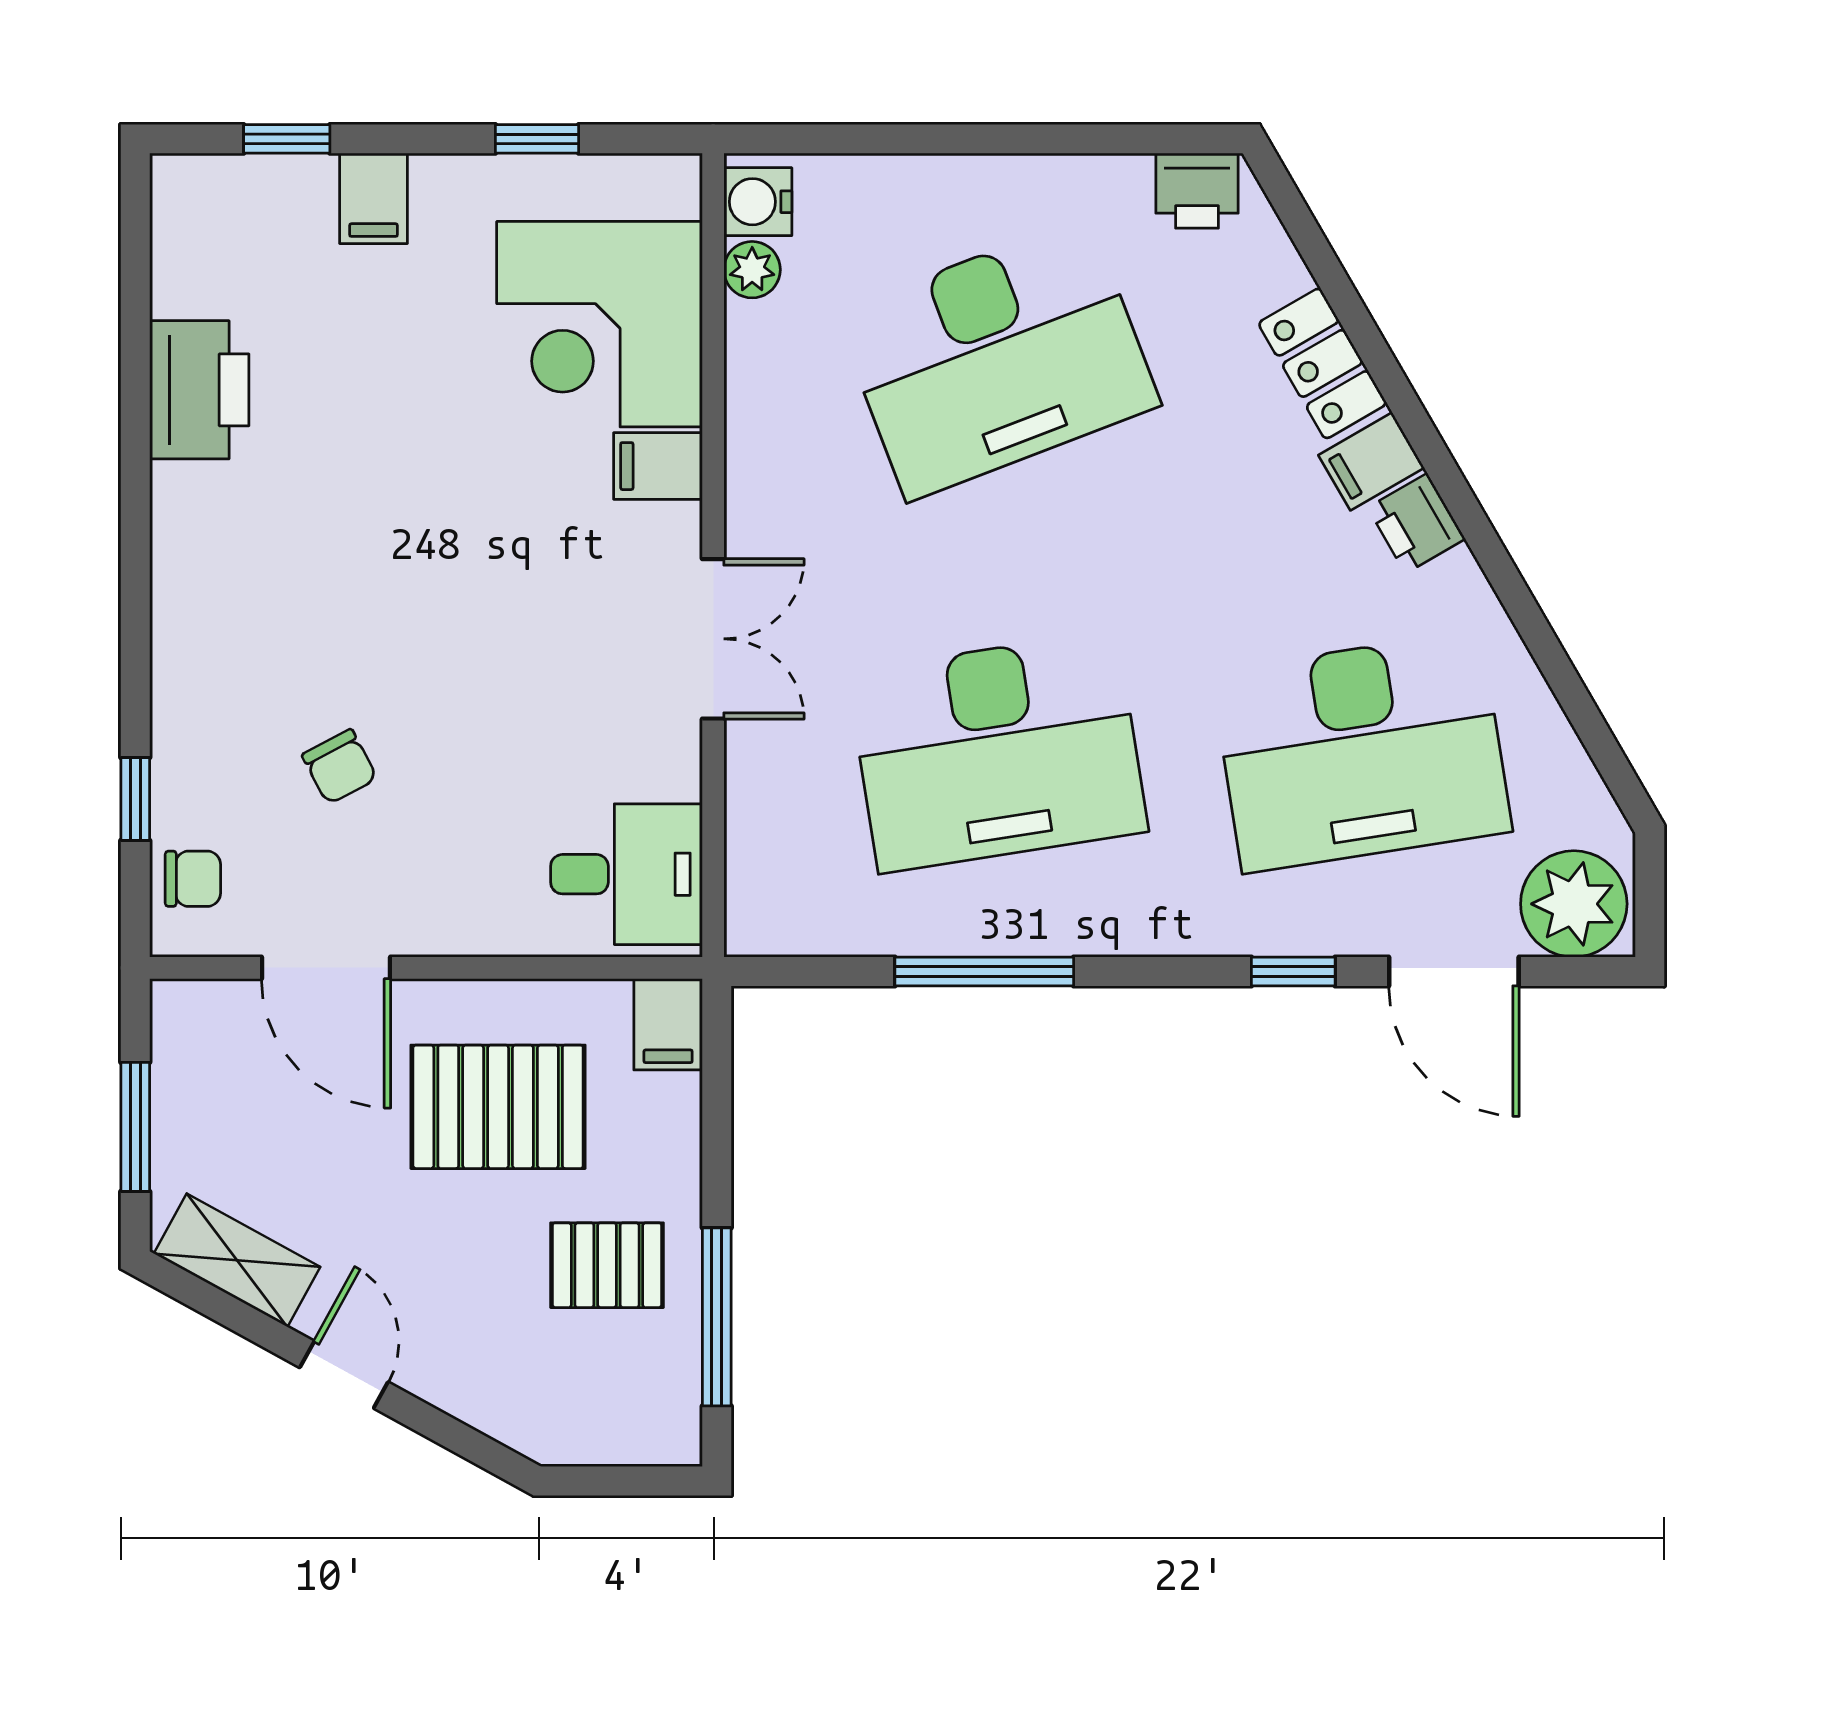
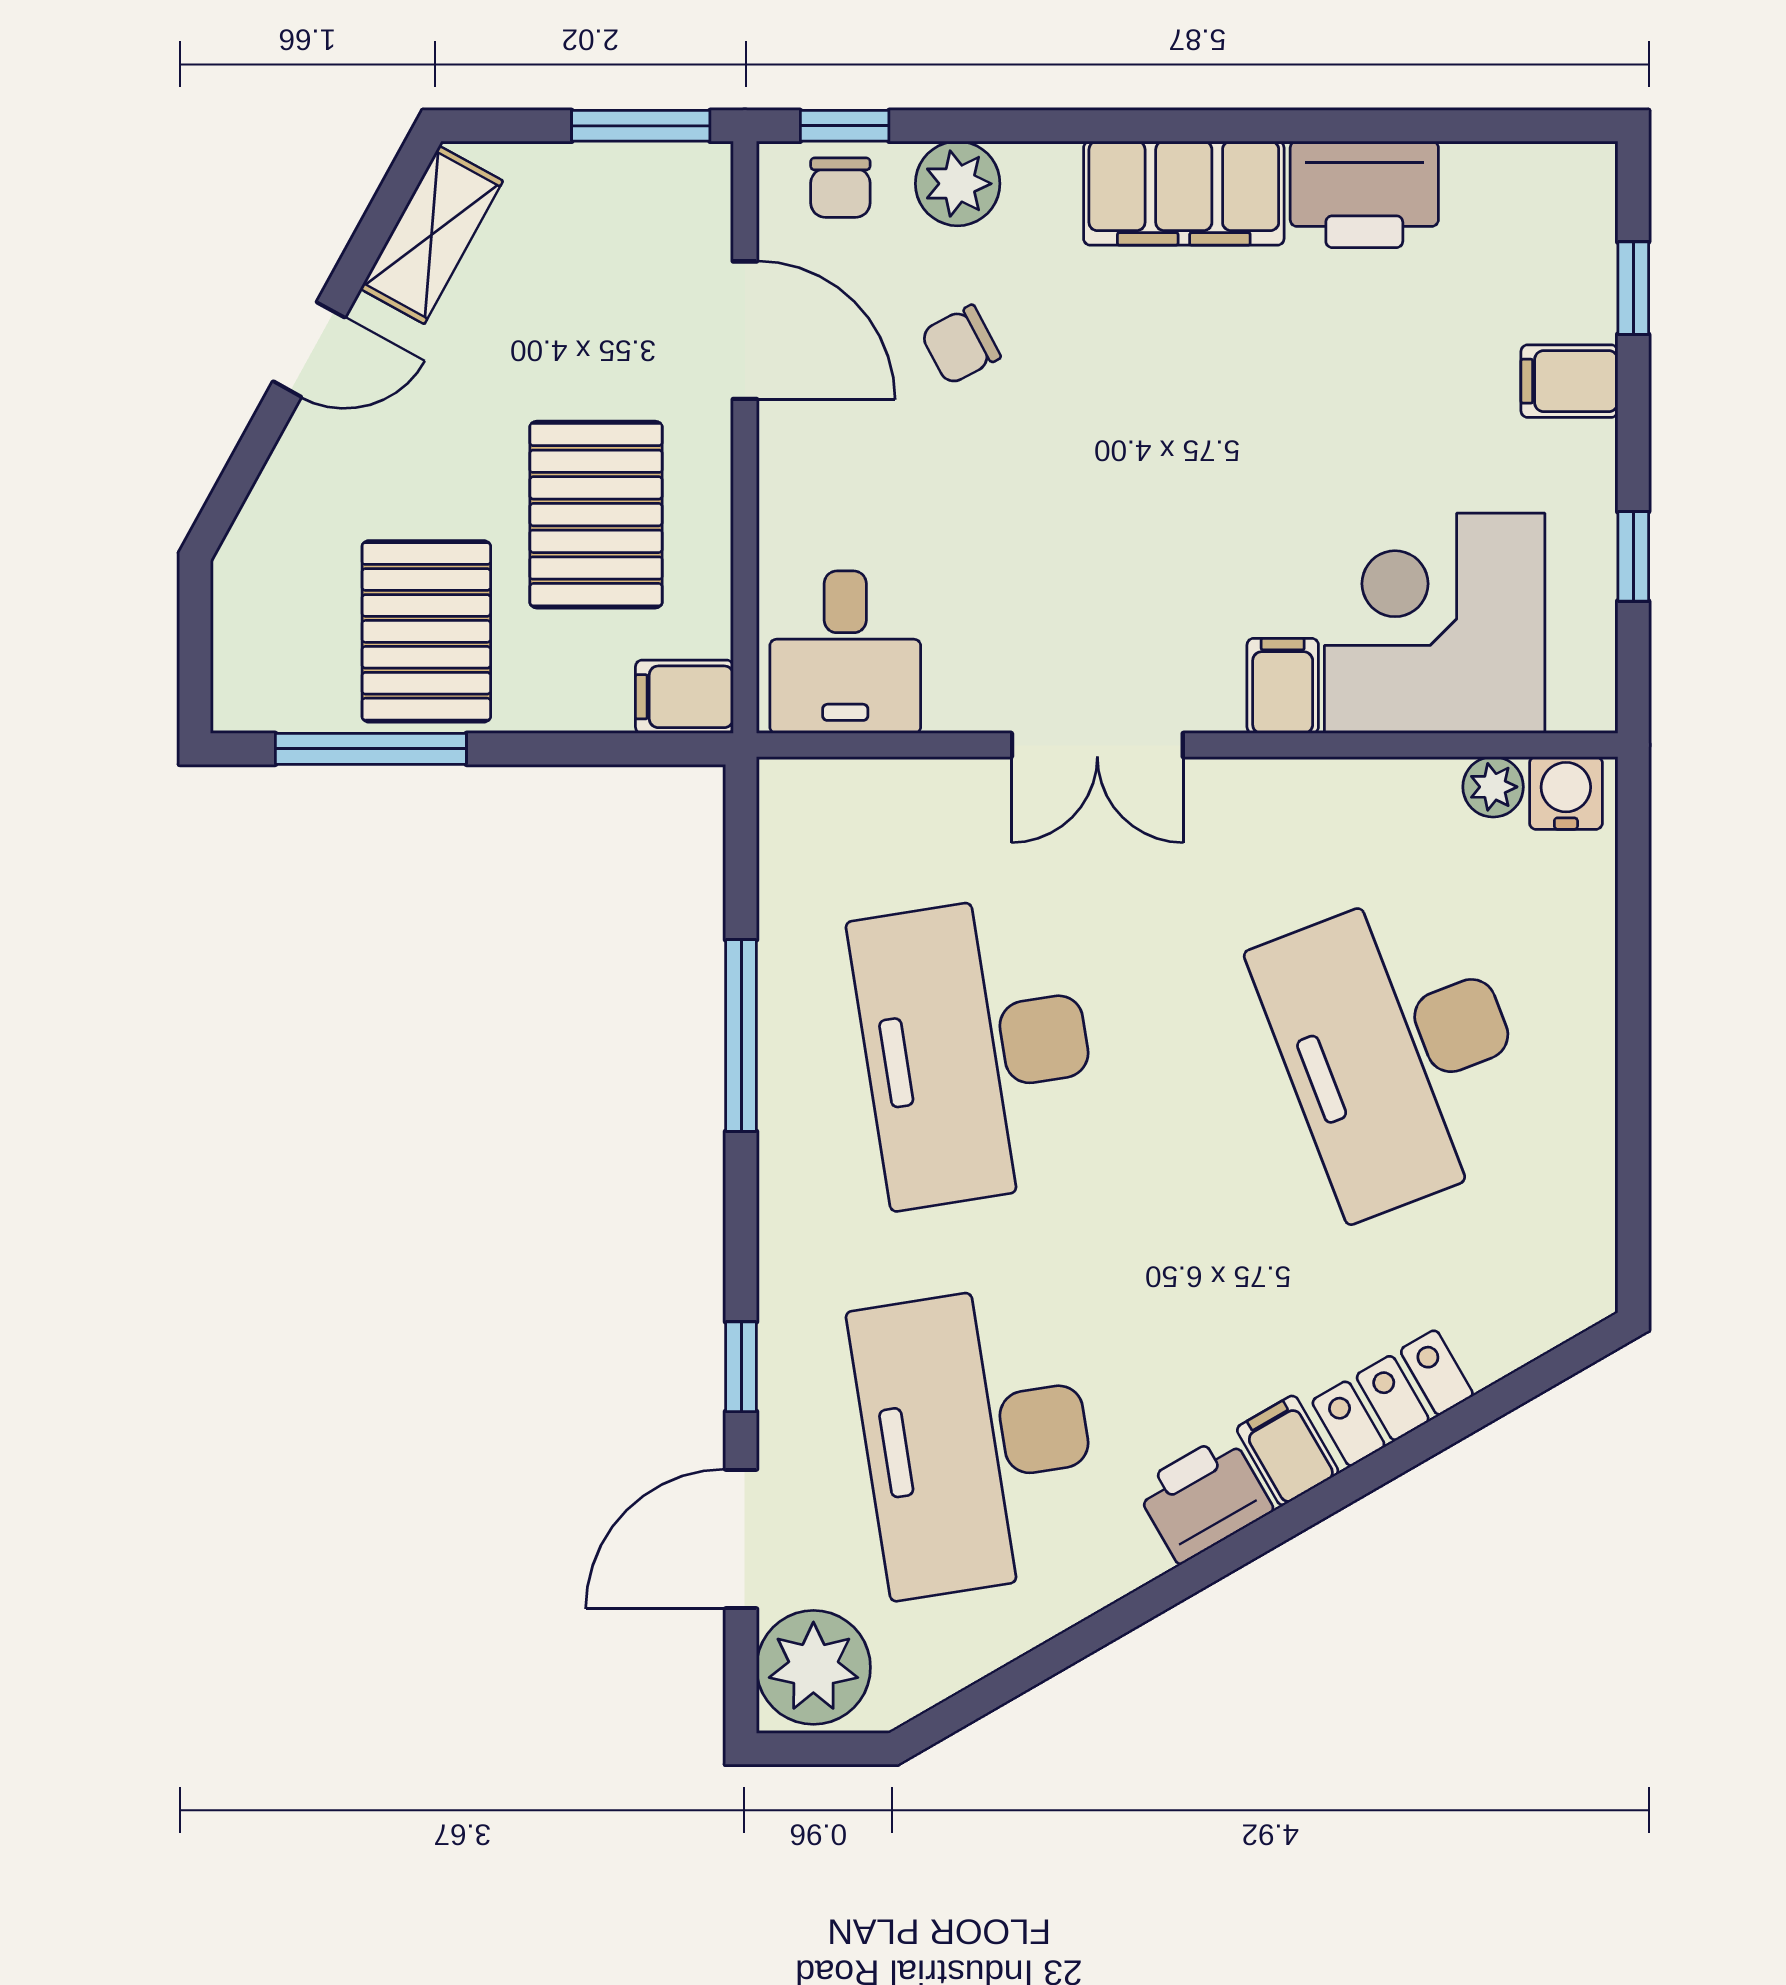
printer: (1197, 191) -> (1578, 1264), removed
printer: (1416, 523) -> (1204, 1498), width x1.36, depth x1.24
filing cabinet: (198, 558) -> (1184, 193), added
plant: (189, 769) -> (958, 184), added
window: (135, 799) -> (845, 126), moved
door: (326, 968) -> (745, 330), swing flipped
window: (135, 1127) -> (641, 126), moved
pallet: (607, 1265) -> (426, 631), width x1.50, depth x1.42

